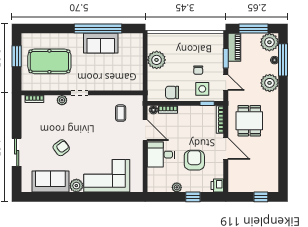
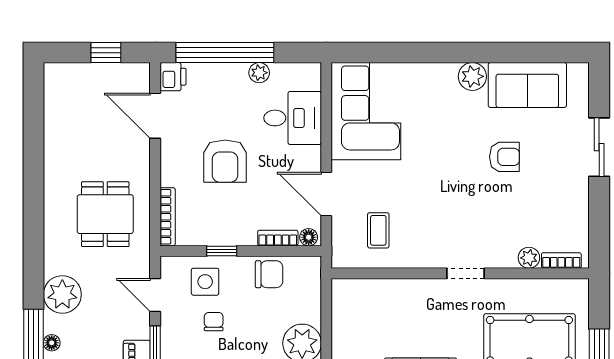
plant: (62, 100) -> (529, 258), moved
window: (207, 103) -> (222, 251), moved
armchair: (61, 148) -> (504, 157), turned -143
door: (226, 149) -> (155, 116), moved
desk: (161, 155) -> (293, 118), moved
armchair: (194, 160) -> (225, 161), moved
corner sofa: (107, 176) -> (366, 111), moved, turned -90
window: (193, 197) -> (225, 53), width x3.17
window: (261, 197) -> (106, 53), moved

